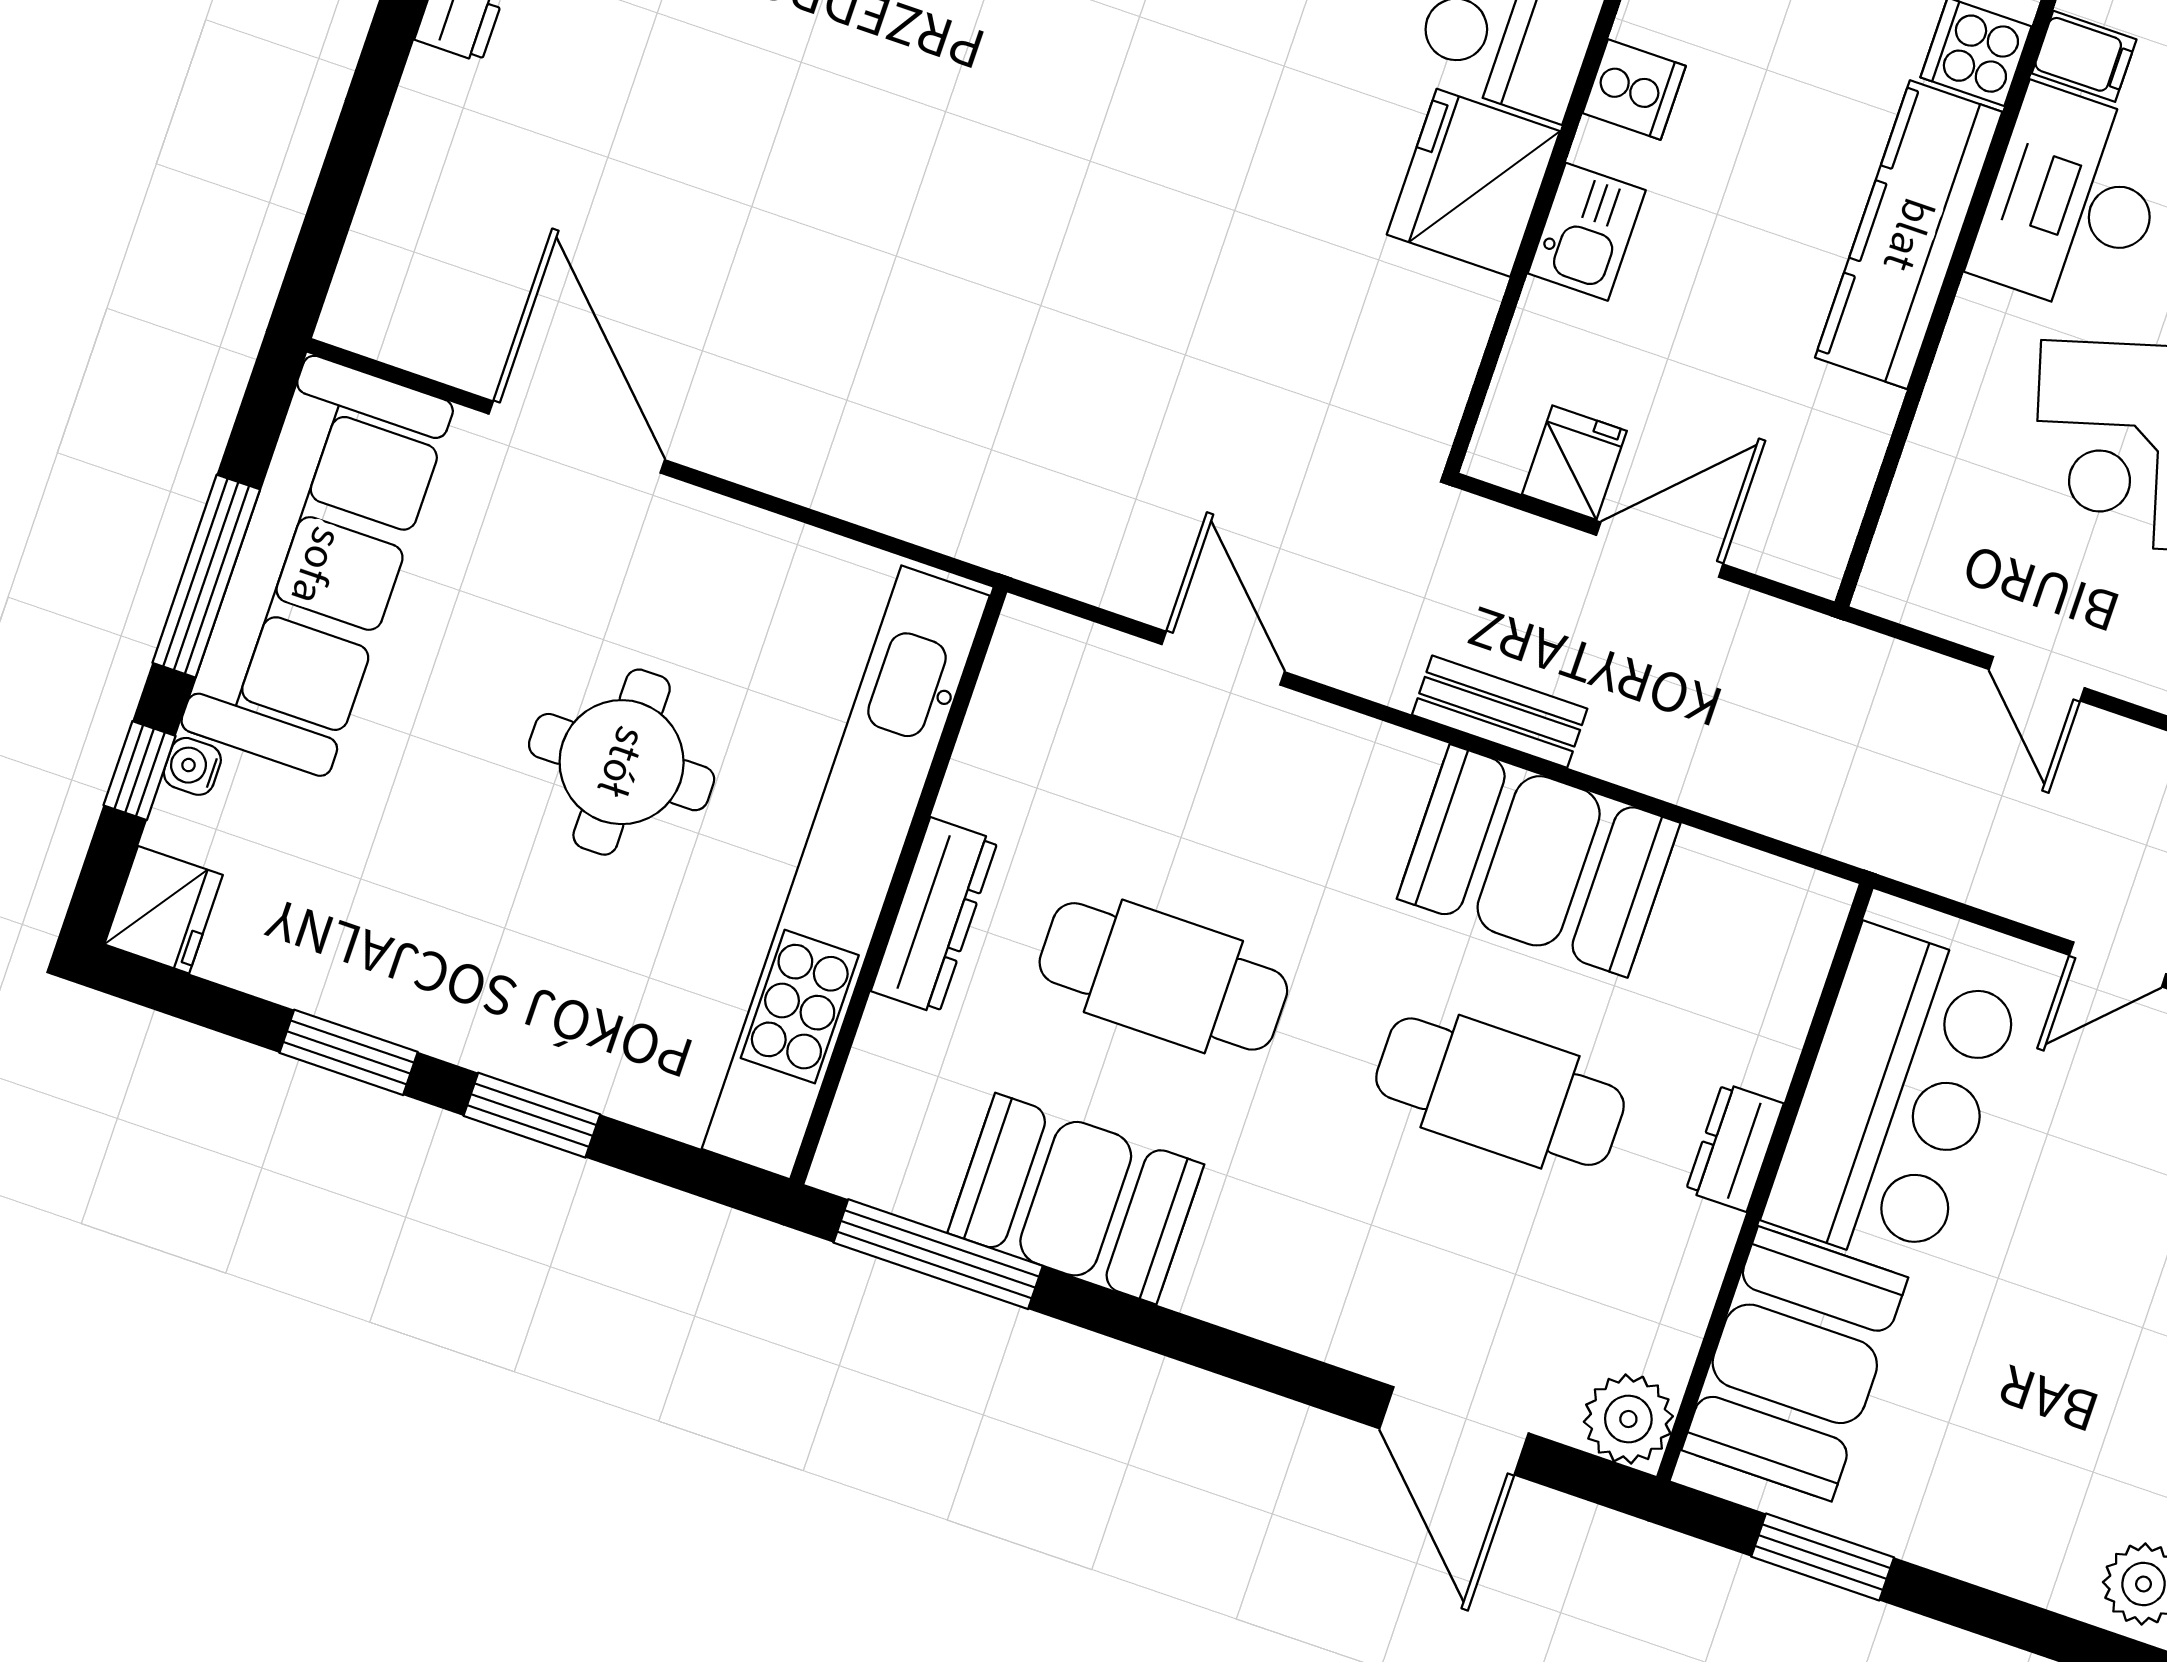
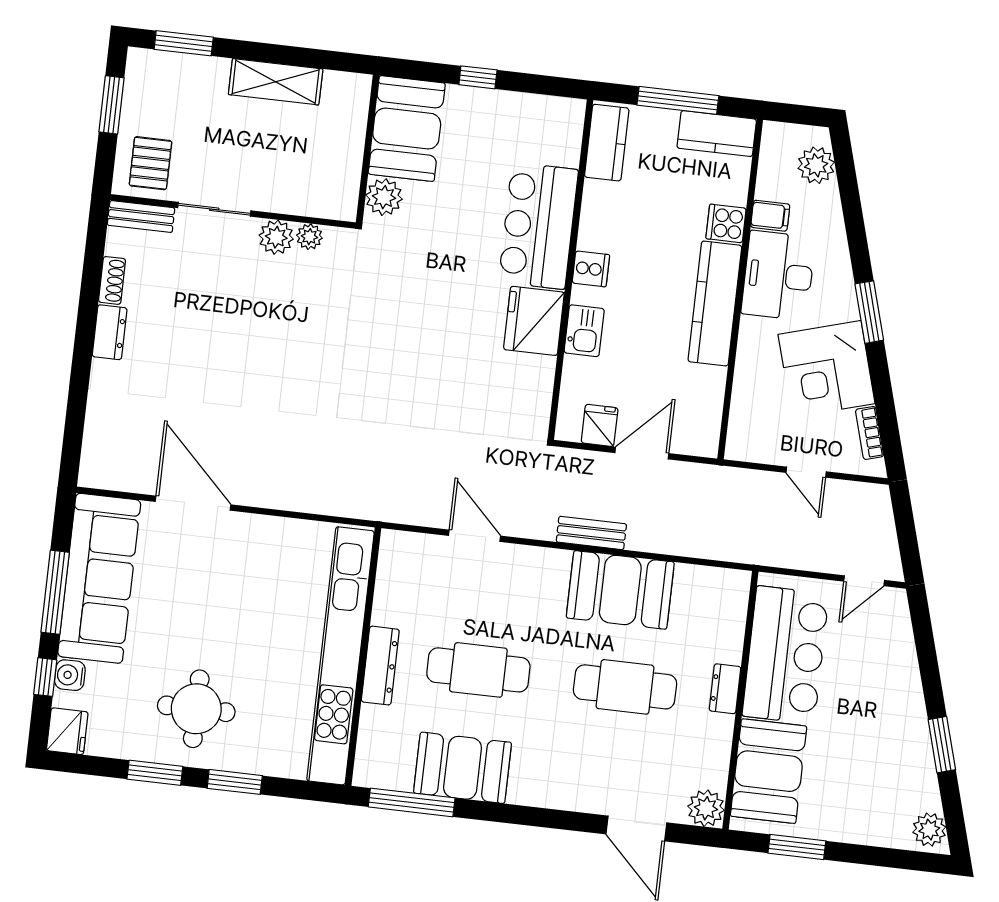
round table: (622, 762) -> (196, 709), moved
water cooler: (192, 766) -> (70, 675), width x1.38, depth x1.38

